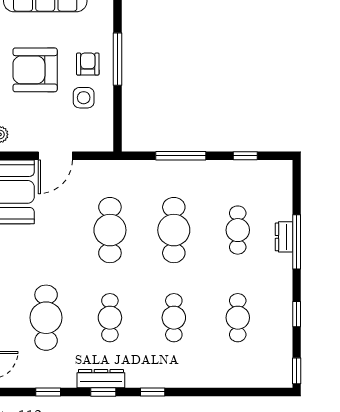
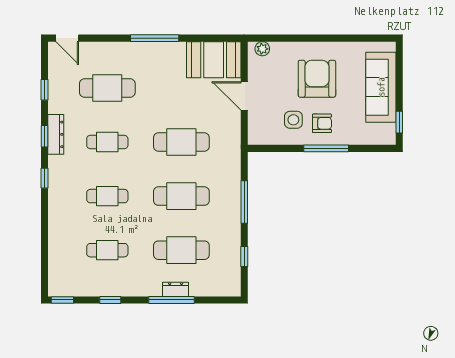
cafe table: (238, 230) -> (181, 250), width x1.37, depth x1.35

